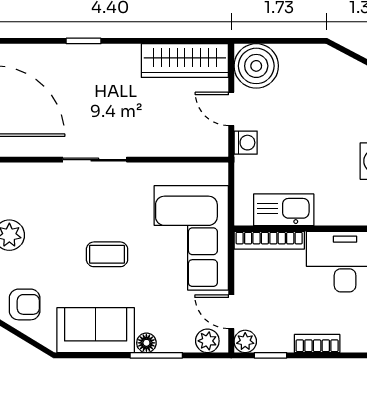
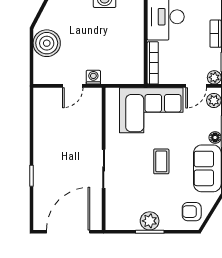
wardrobe: (185, 61) -> (43, 114), removed
boiler: (256, 66) -> (47, 43), moved
kitchen sink: (284, 210) -> (134, 54), removed
armchair: (25, 304) -> (192, 212), turned -90

